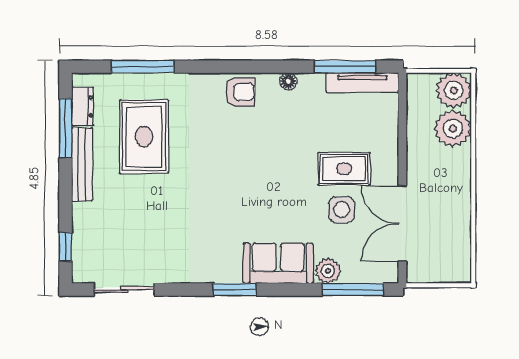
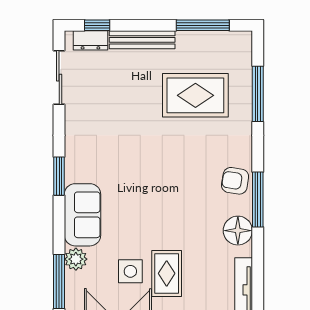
window: (345, 67) -> (258, 199), moved
floor lamp: (288, 81) -> (238, 231), width x1.89, depth x1.89
armchair: (240, 92) -> (235, 181), turned 99
dresser: (82, 106) -> (90, 40), moved
bench: (82, 164) -> (142, 40), moved

